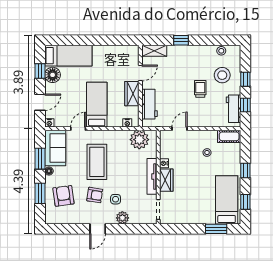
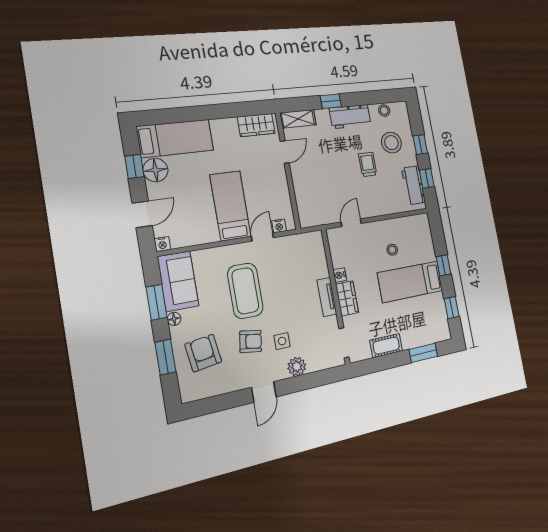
wardrobe: (132, 94) -> (256, 125), moved, turned -90
workbench: (149, 104) -> (350, 117), moved, turned 90
door: (78, 129) -> (262, 237), moved
cot: (229, 136) -> (386, 346), moved
plant: (139, 140) -> (300, 247), removed
tv unit: (152, 176) -> (327, 297), width x0.71
bed: (227, 200) -> (410, 282), moved, turned -90

